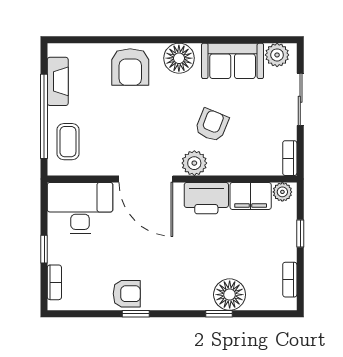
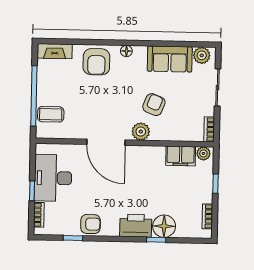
floor lamp: (179, 58) -> (126, 51), width x0.53, depth x0.53
fireplace: (58, 81) -> (55, 51), moved, turned 90
coffee table: (68, 142) -> (51, 114), turned 90
printer: (206, 198) -> (136, 226), moved, turned 180
desk: (80, 208) -> (53, 178), moved, turned -90
window: (136, 314) -> (73, 238), moved

